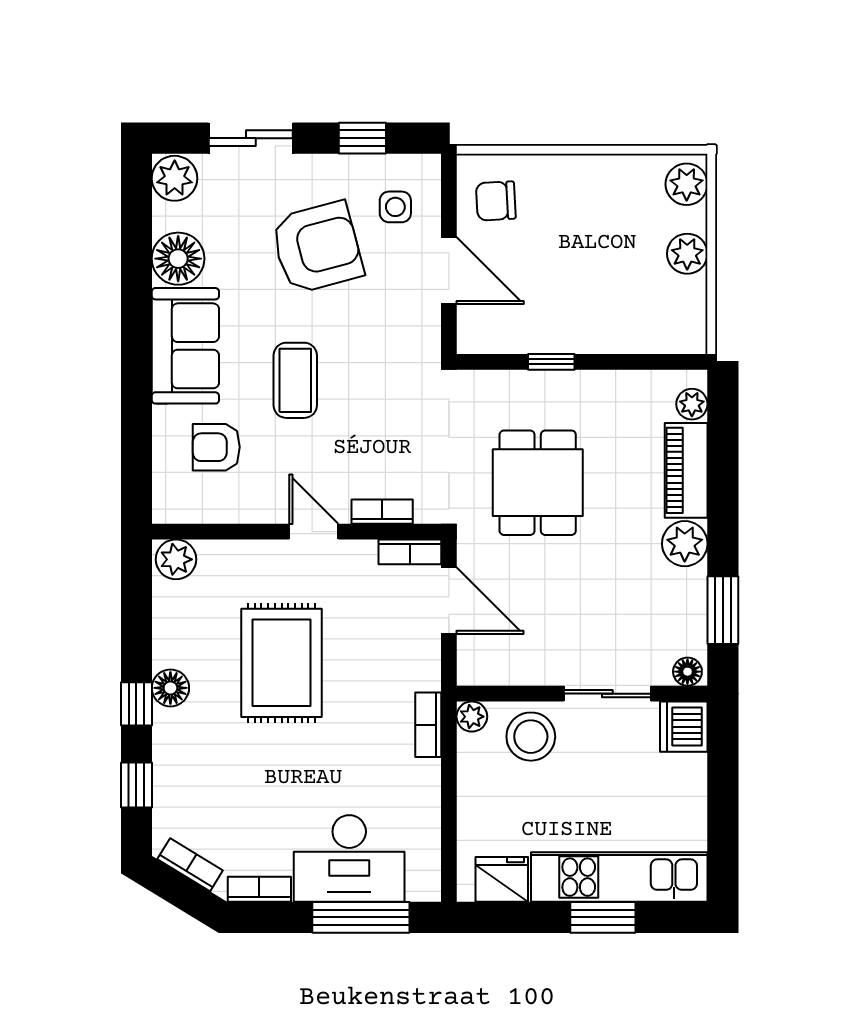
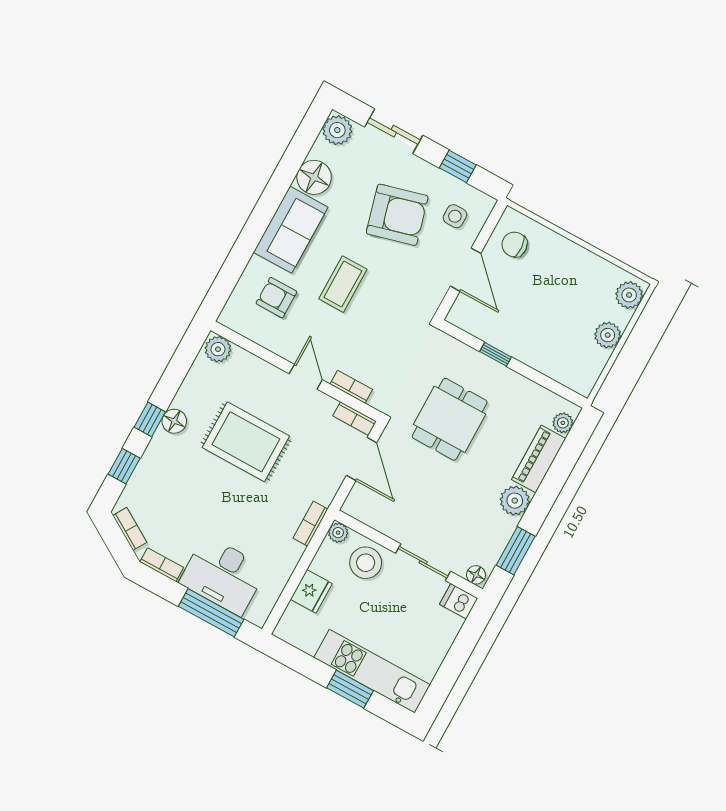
rug: (282, 663) -> (246, 442), turned 90
dishwasher: (684, 727) -> (459, 601), width x0.73
fridge: (502, 879) -> (311, 591), moved, turned 90

